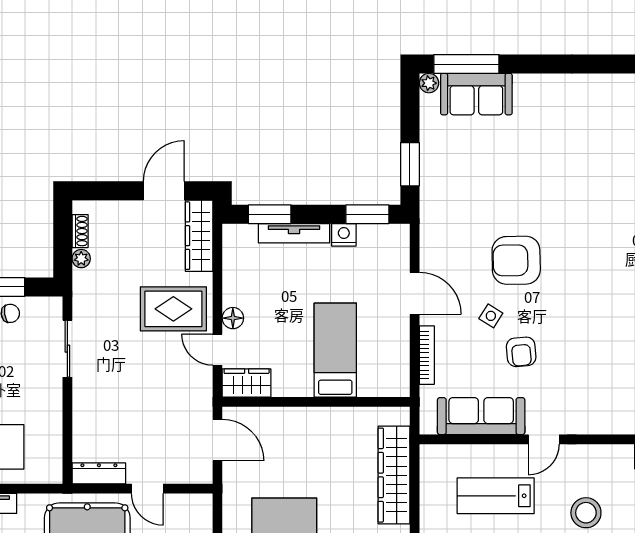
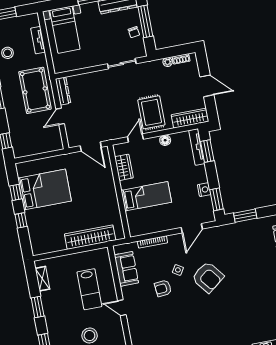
door: (164, 191) -> (207, 86), moved
tv unit: (294, 233) -> (197, 147), moved
armchair: (516, 260) -> (208, 277), turned 143
door: (415, 293) -> (192, 228), moved
floor lamp: (233, 318) -> (165, 140), moved
wardrobe: (247, 383) -> (124, 167), moved
sofa: (481, 416) -> (126, 269), width x0.73
door: (218, 440) -> (91, 147), hinge flipped
lab bench: (496, 496) -> (89, 289), turned 180

